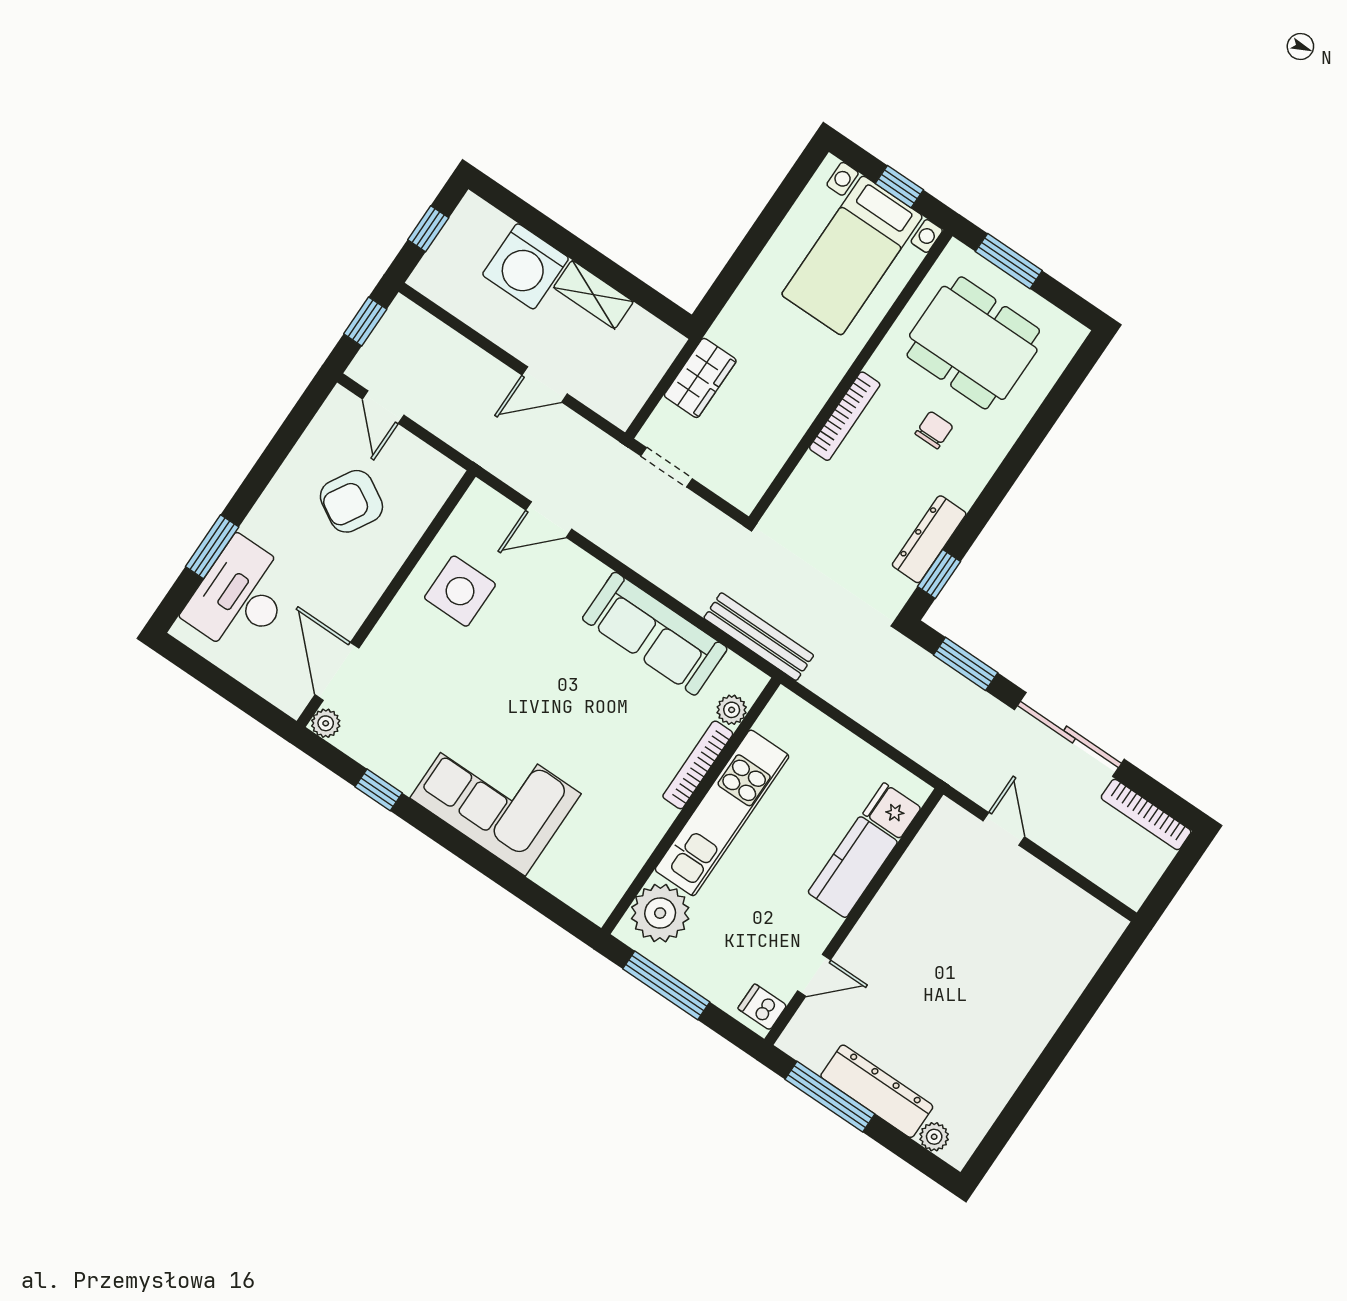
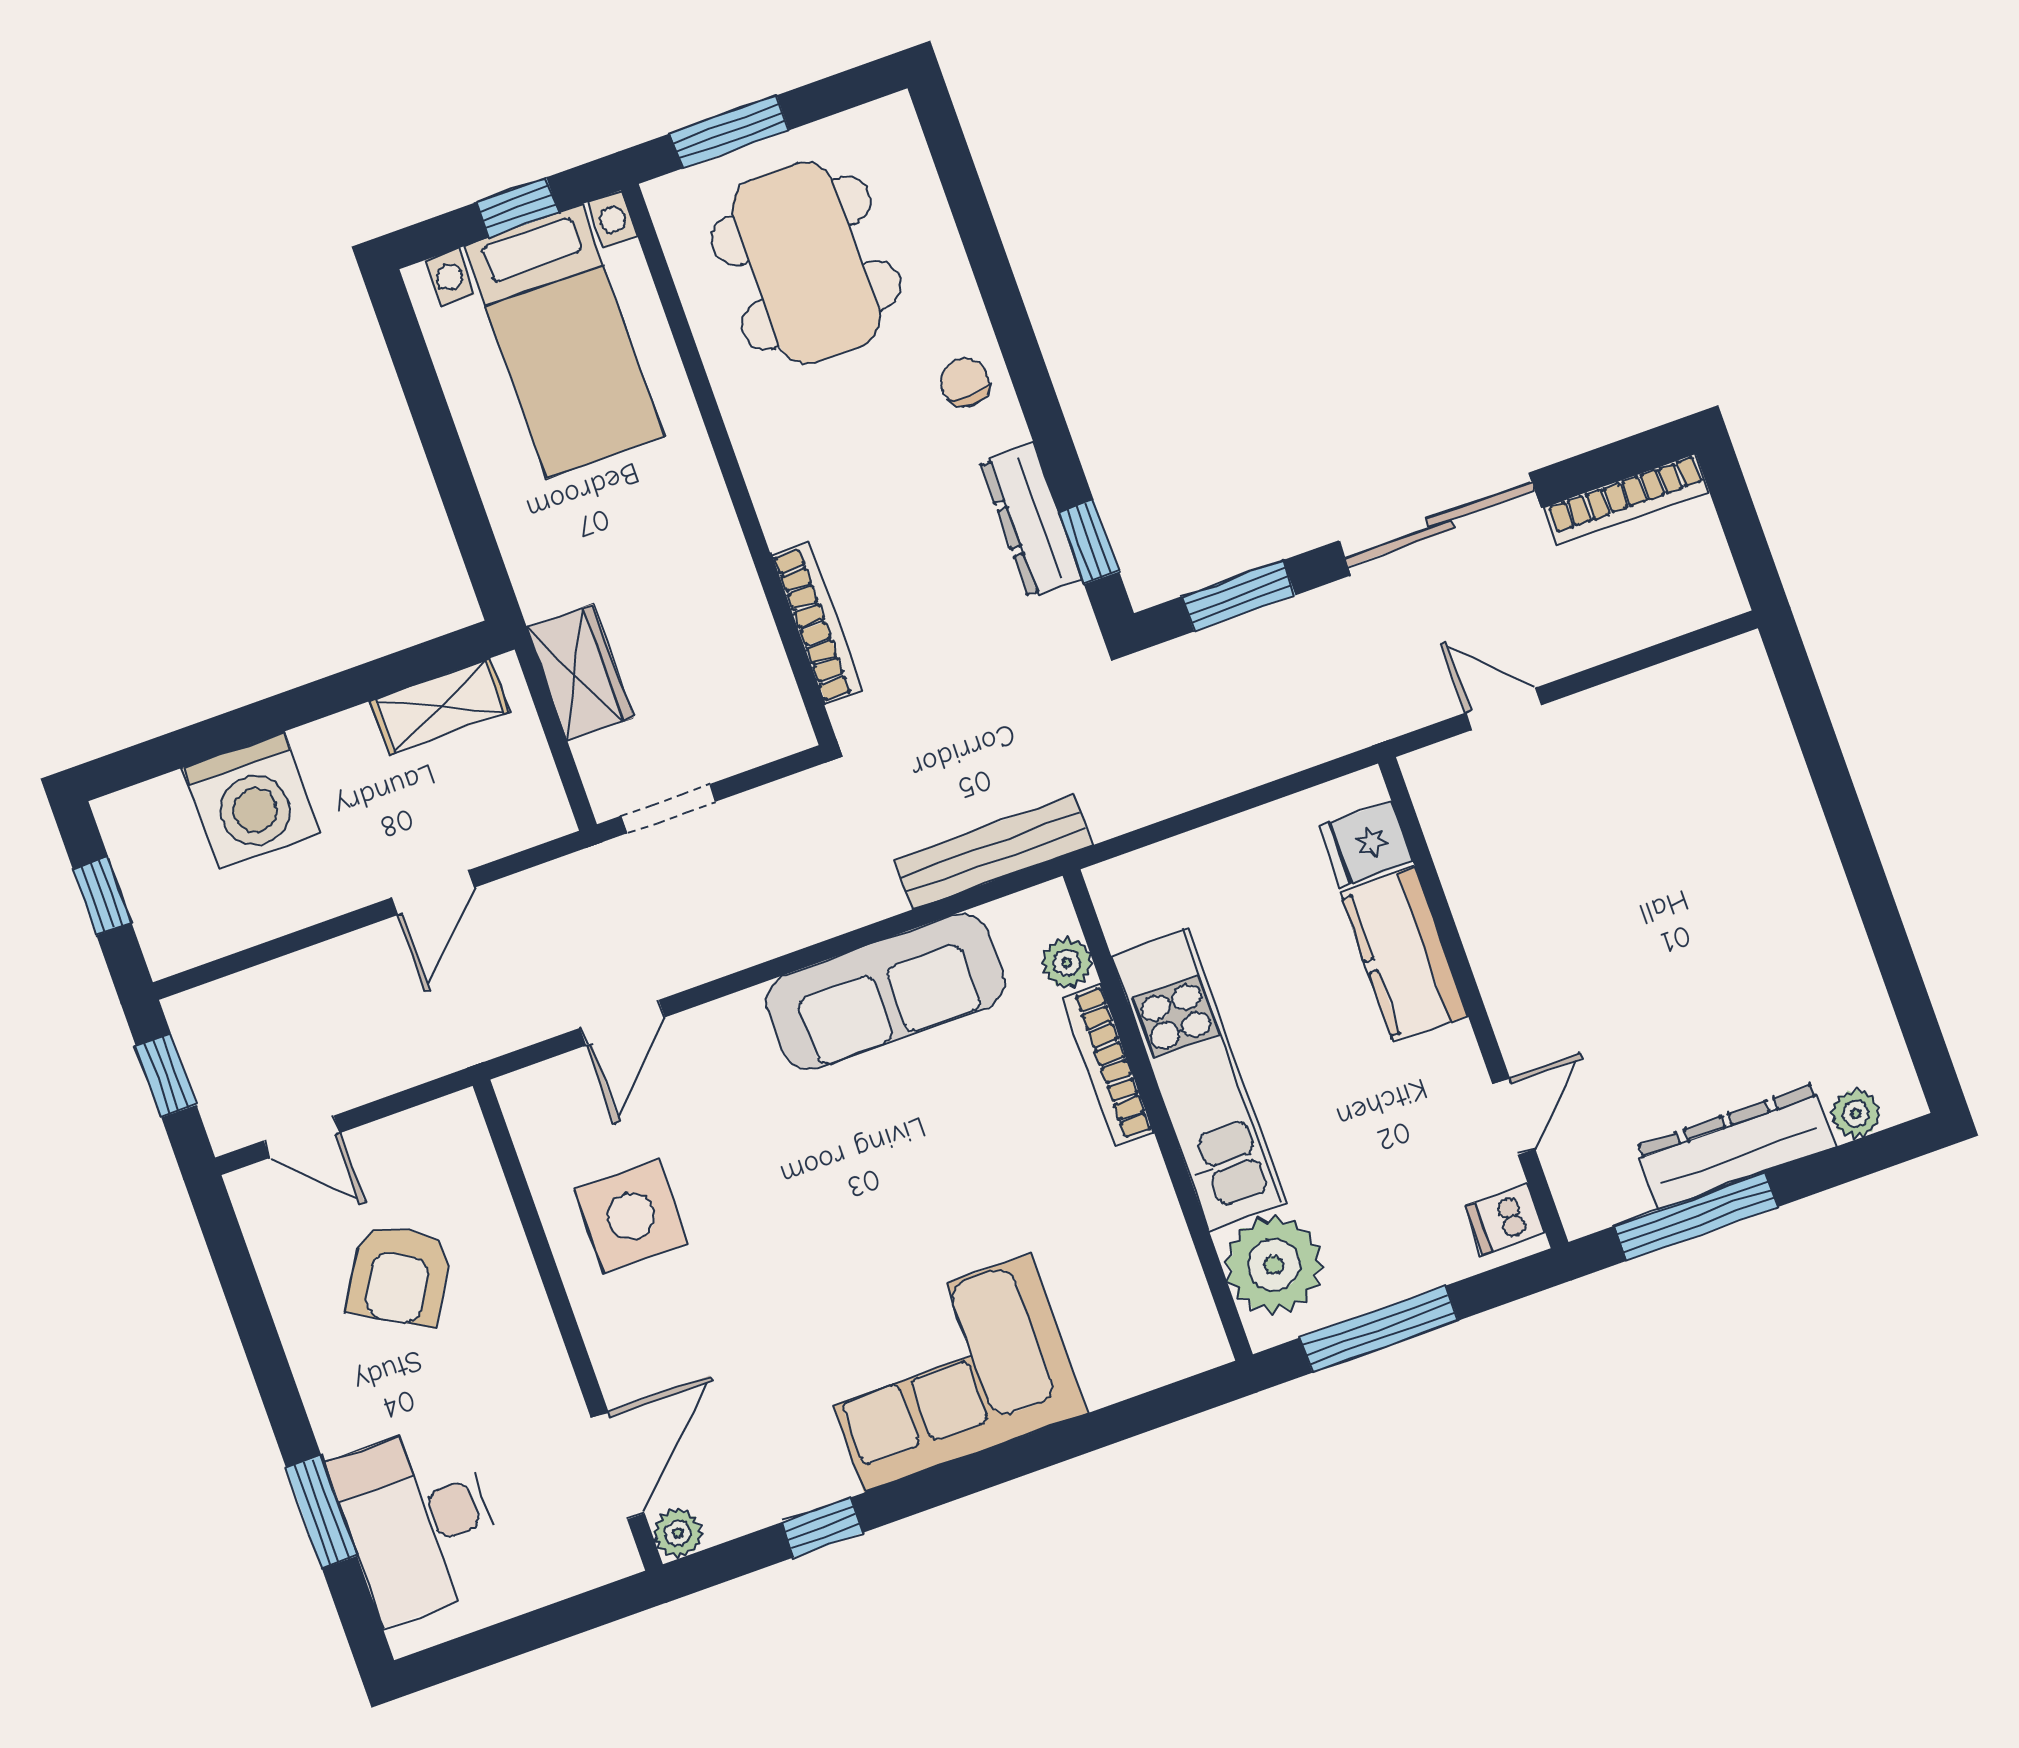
shelving: (593, 295) -> (440, 707), moved
dining table: (973, 343) -> (806, 263), turned 90
bookcase: (845, 416) -> (817, 623), moved
chair: (934, 430) -> (965, 382), moved
door: (337, 671) -> (618, 1465), swing flipped

